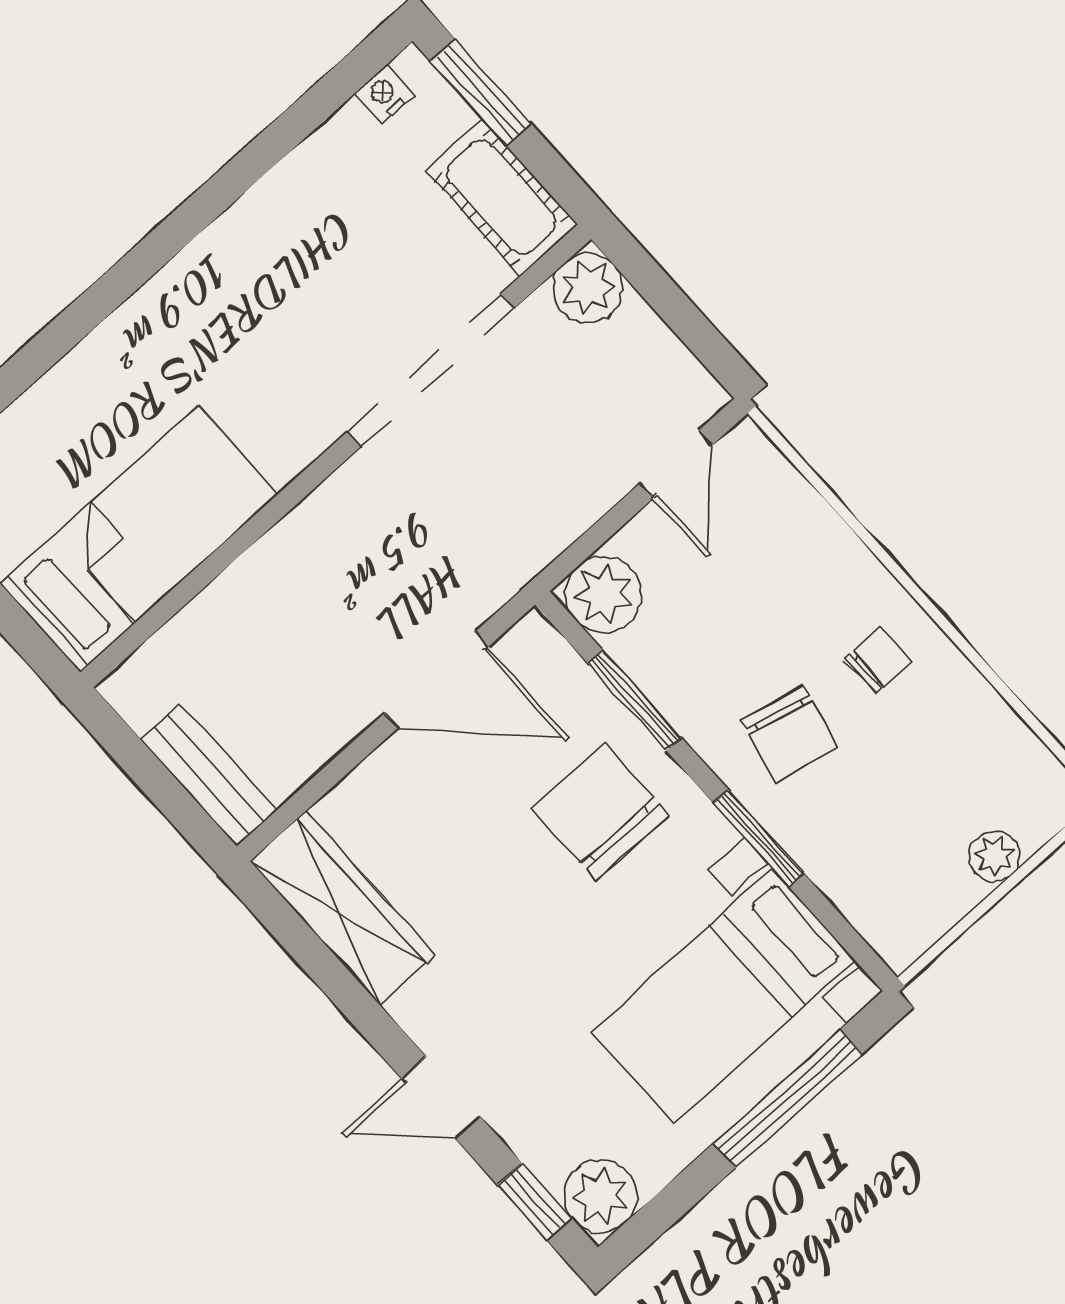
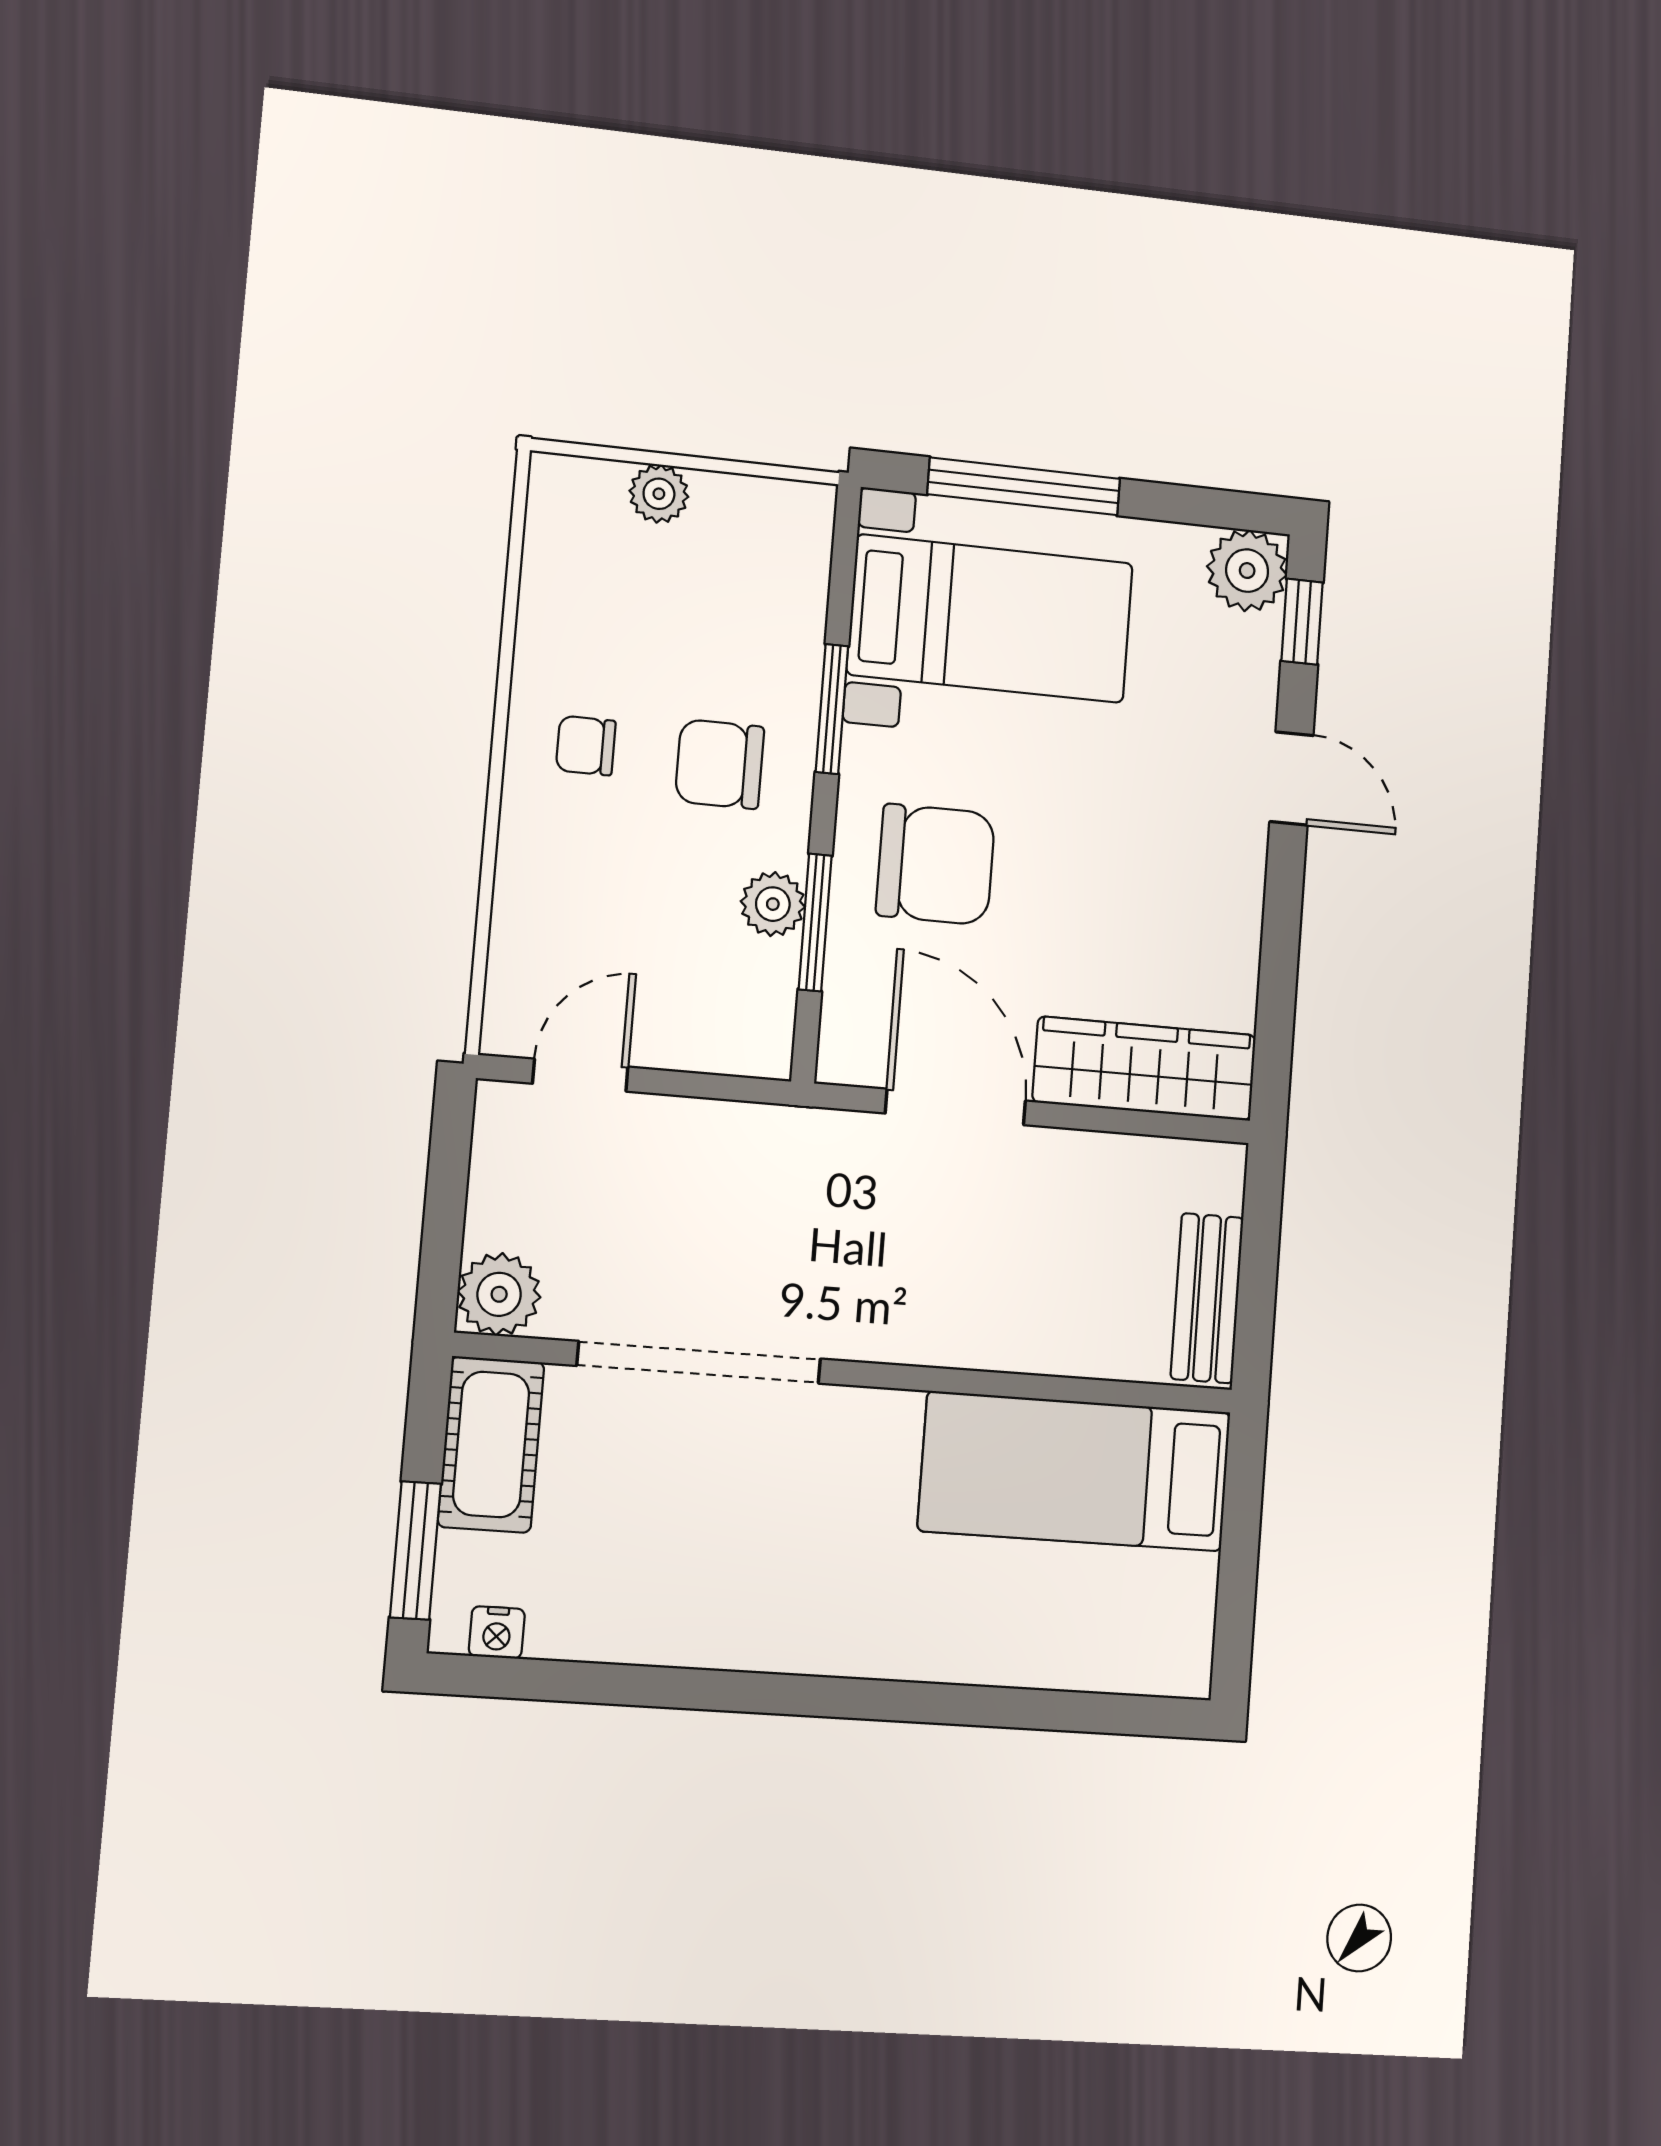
plant: (603, 594) -> (773, 904), moved, width x0.73, depth x0.73
chair: (789, 734) -> (720, 764), turned -103
bench: (209, 775) -> (1207, 1298), moved
chair: (600, 812) -> (935, 864), turned -90
wardrobe: (342, 908) -> (1145, 1069), moved, turned 90

